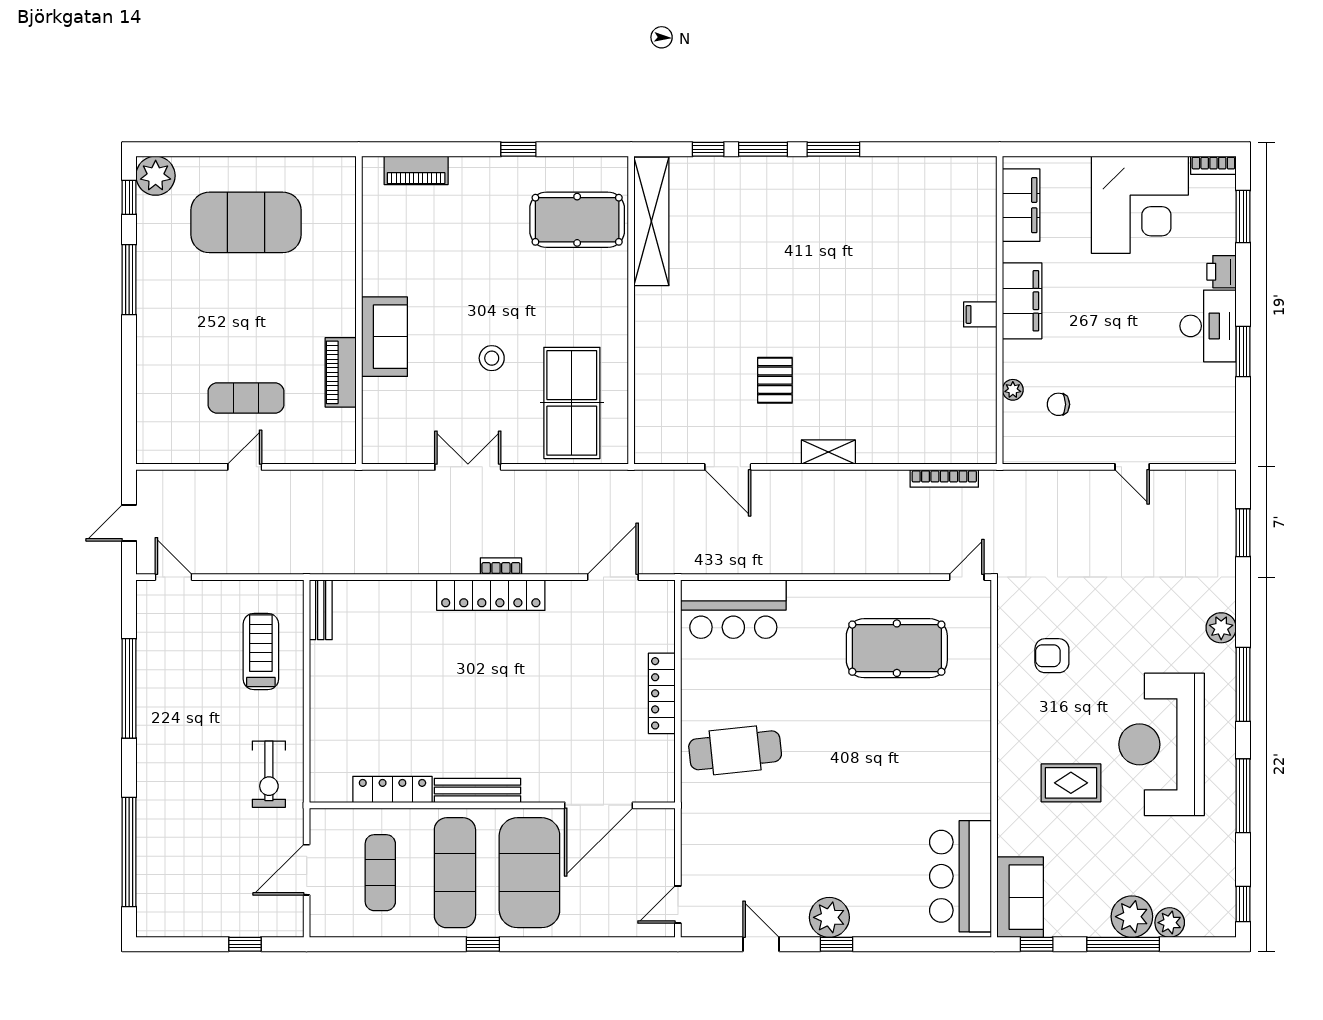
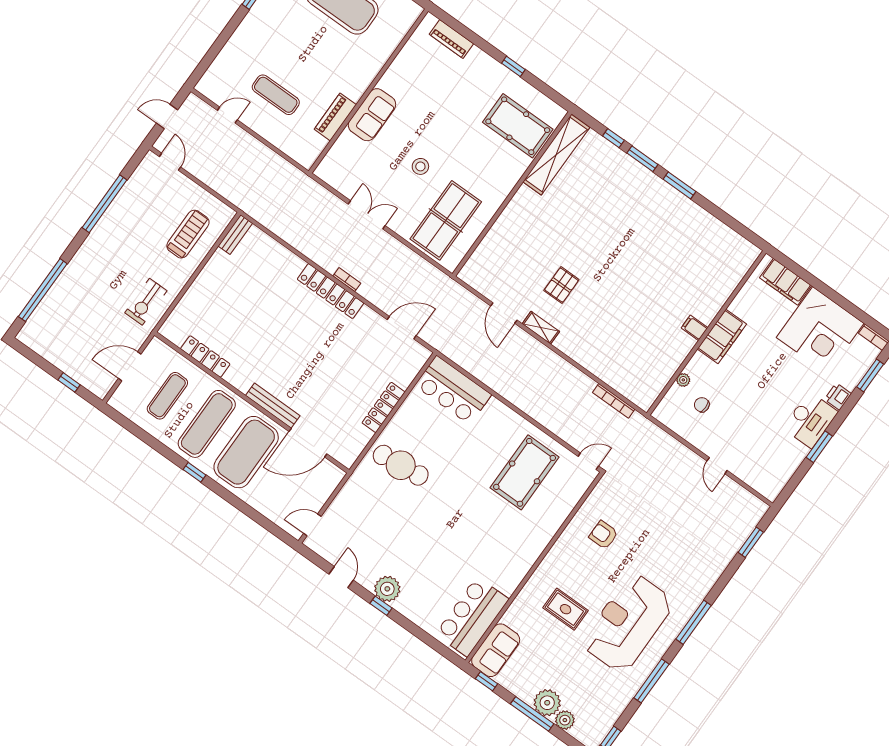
filing cabinet: (1021, 205) -> (786, 282), moved, turned 90
shelving: (828, 452) -> (541, 328), moved
door: (245, 467) -> (227, 115), moved
plant: (1221, 628) -> (703, 584), removed
pool table: (897, 648) -> (525, 472), turned 90
bench: (477, 790) -> (273, 406), moved

